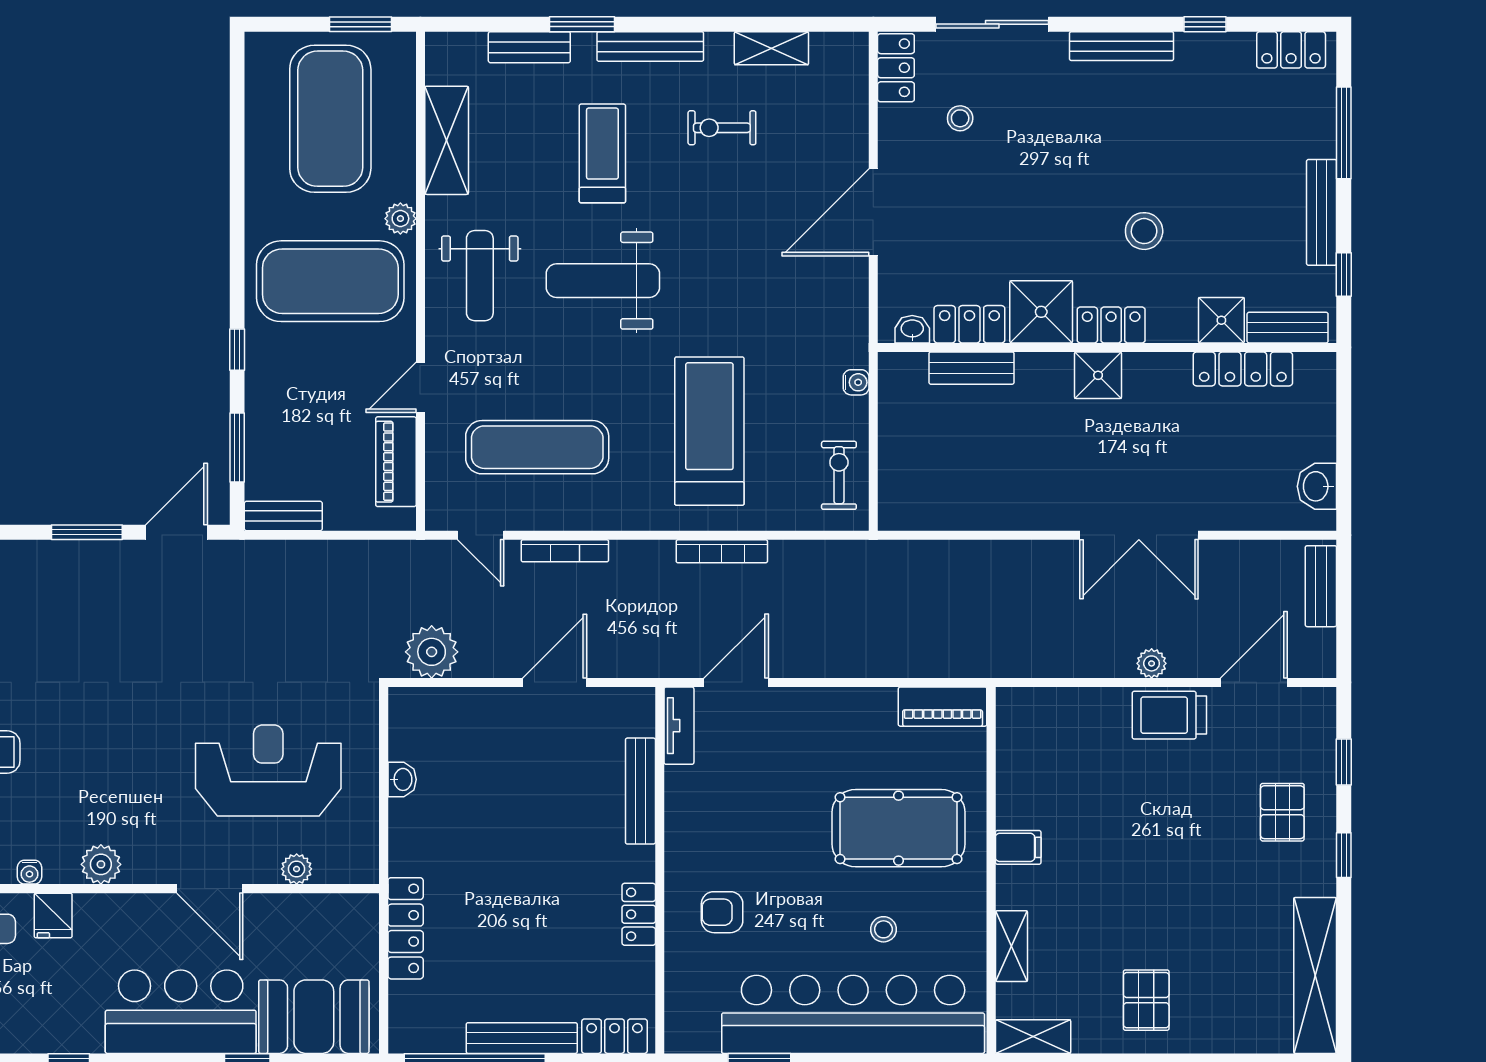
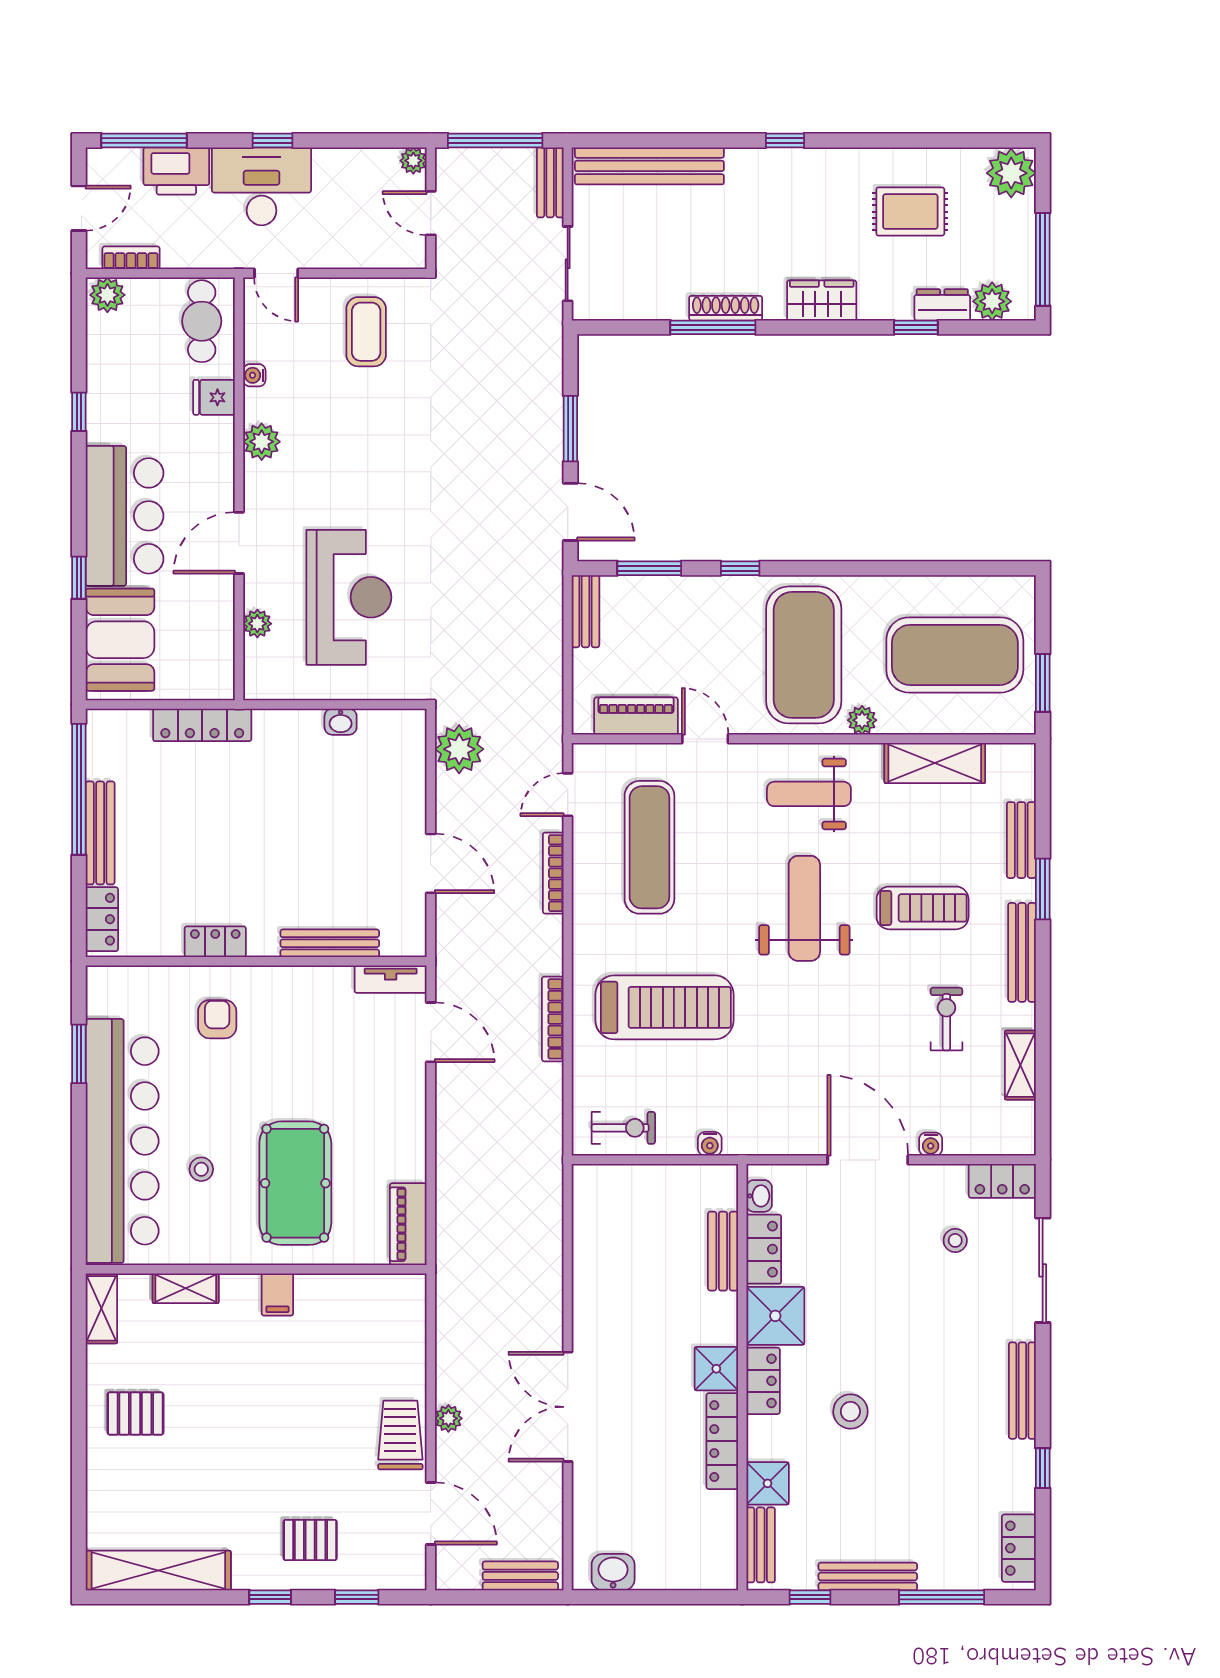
water cooler: (856, 145) -> (931, 1144), added
locker: (1243, 369) -> (722, 1441), moved

